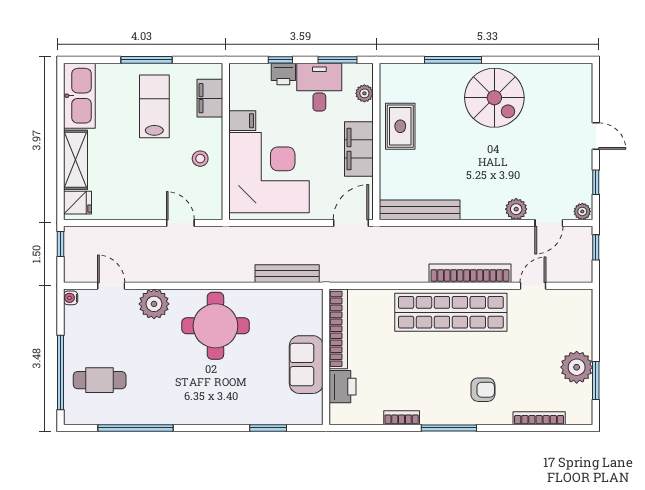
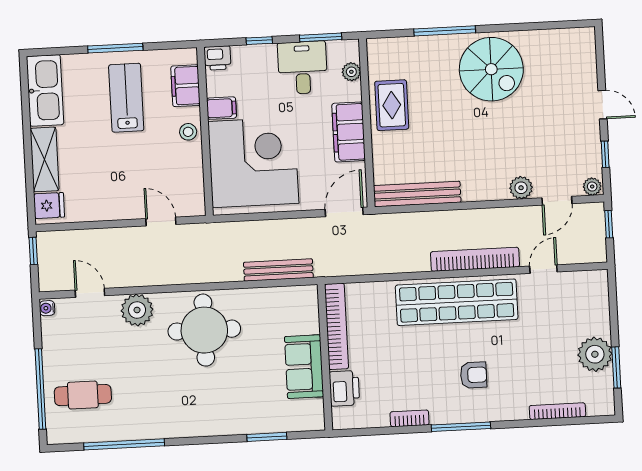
printer: (283, 74) -> (218, 58), moved
stool: (200, 159) -> (188, 132), moved
armchair: (483, 390) -> (474, 375), moved

